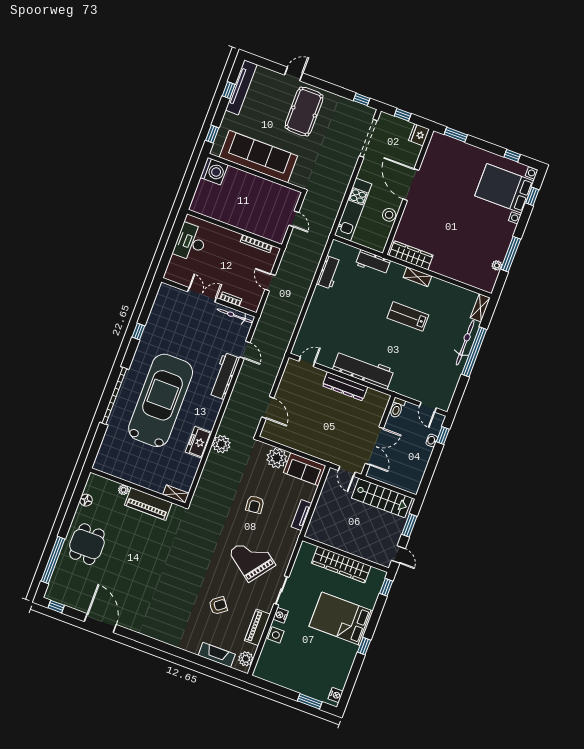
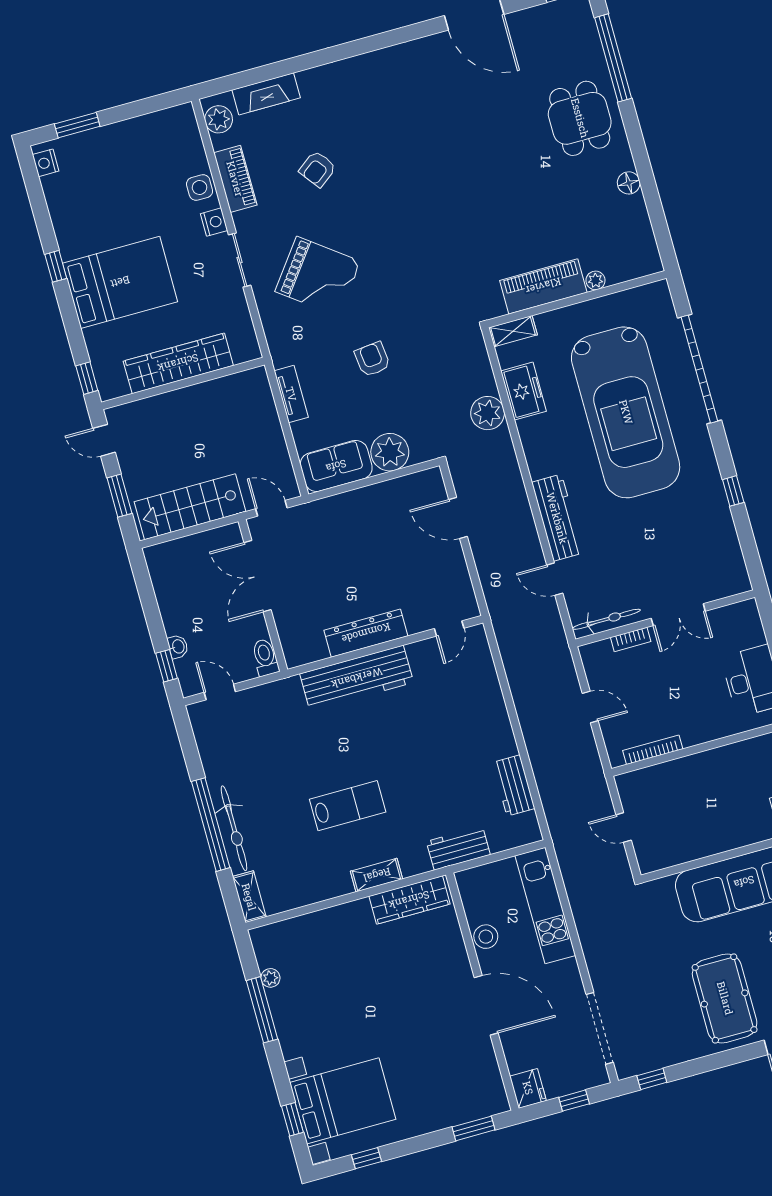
wall: (138, 488) -> (577, 299), moved
plant: (123, 490) -> (595, 280), moved
shelving: (176, 494) -> (513, 331), moved
piano: (148, 504) -> (543, 286), moved

